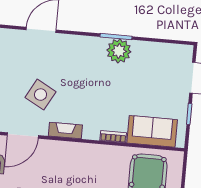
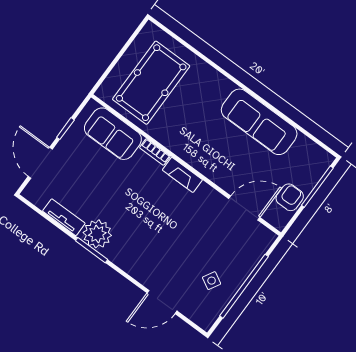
tv unit: (151, 48) -> (64, 217), added
side table: (40, 95) -> (212, 281), moved, width x0.54, depth x0.54
fireplace: (65, 130) -> (182, 175), moved

